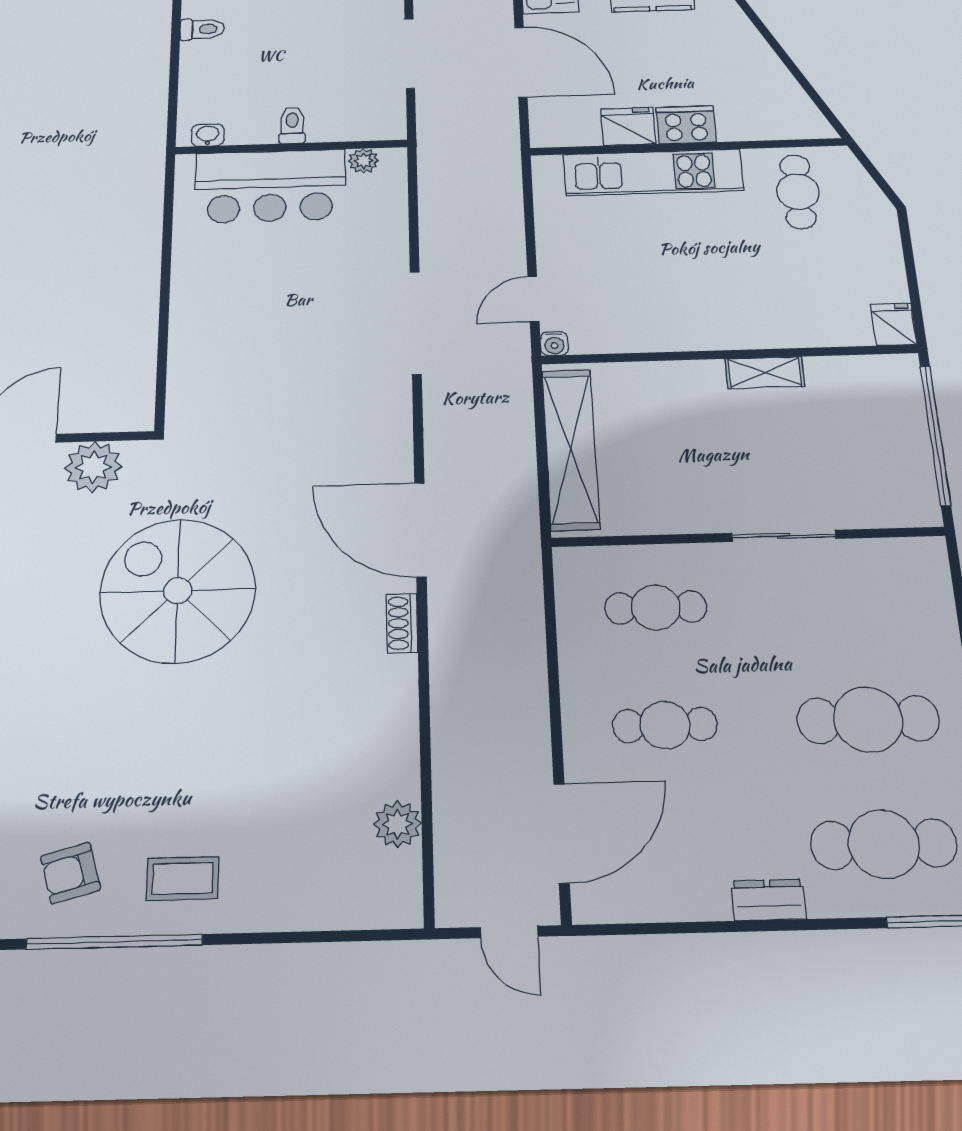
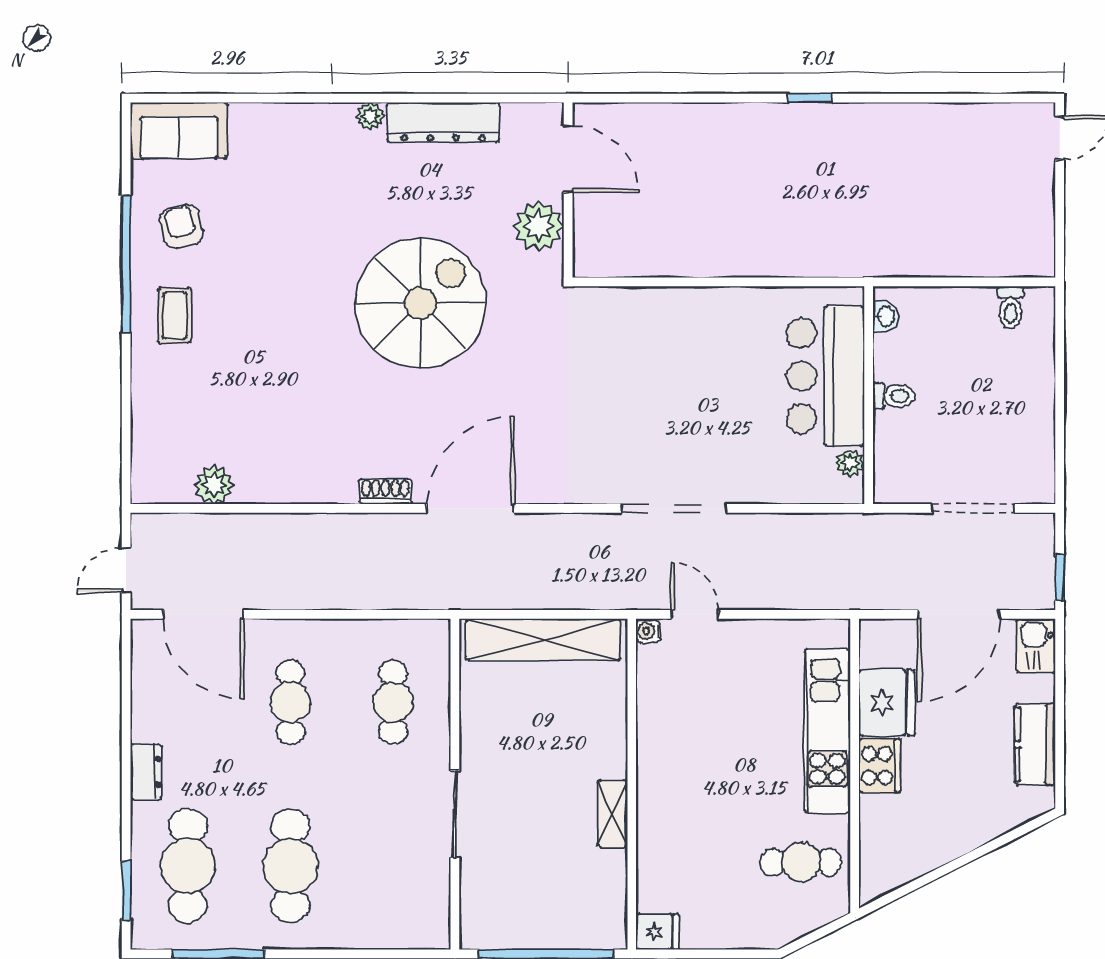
fridge: (628, 126) -> (887, 703), width x1.36, depth x1.34

